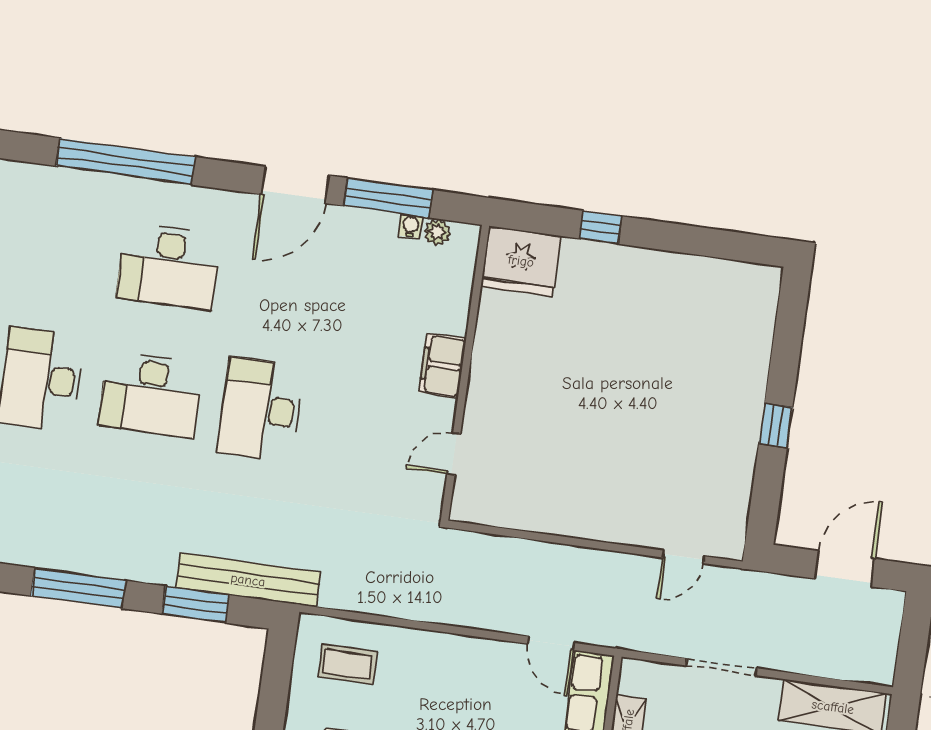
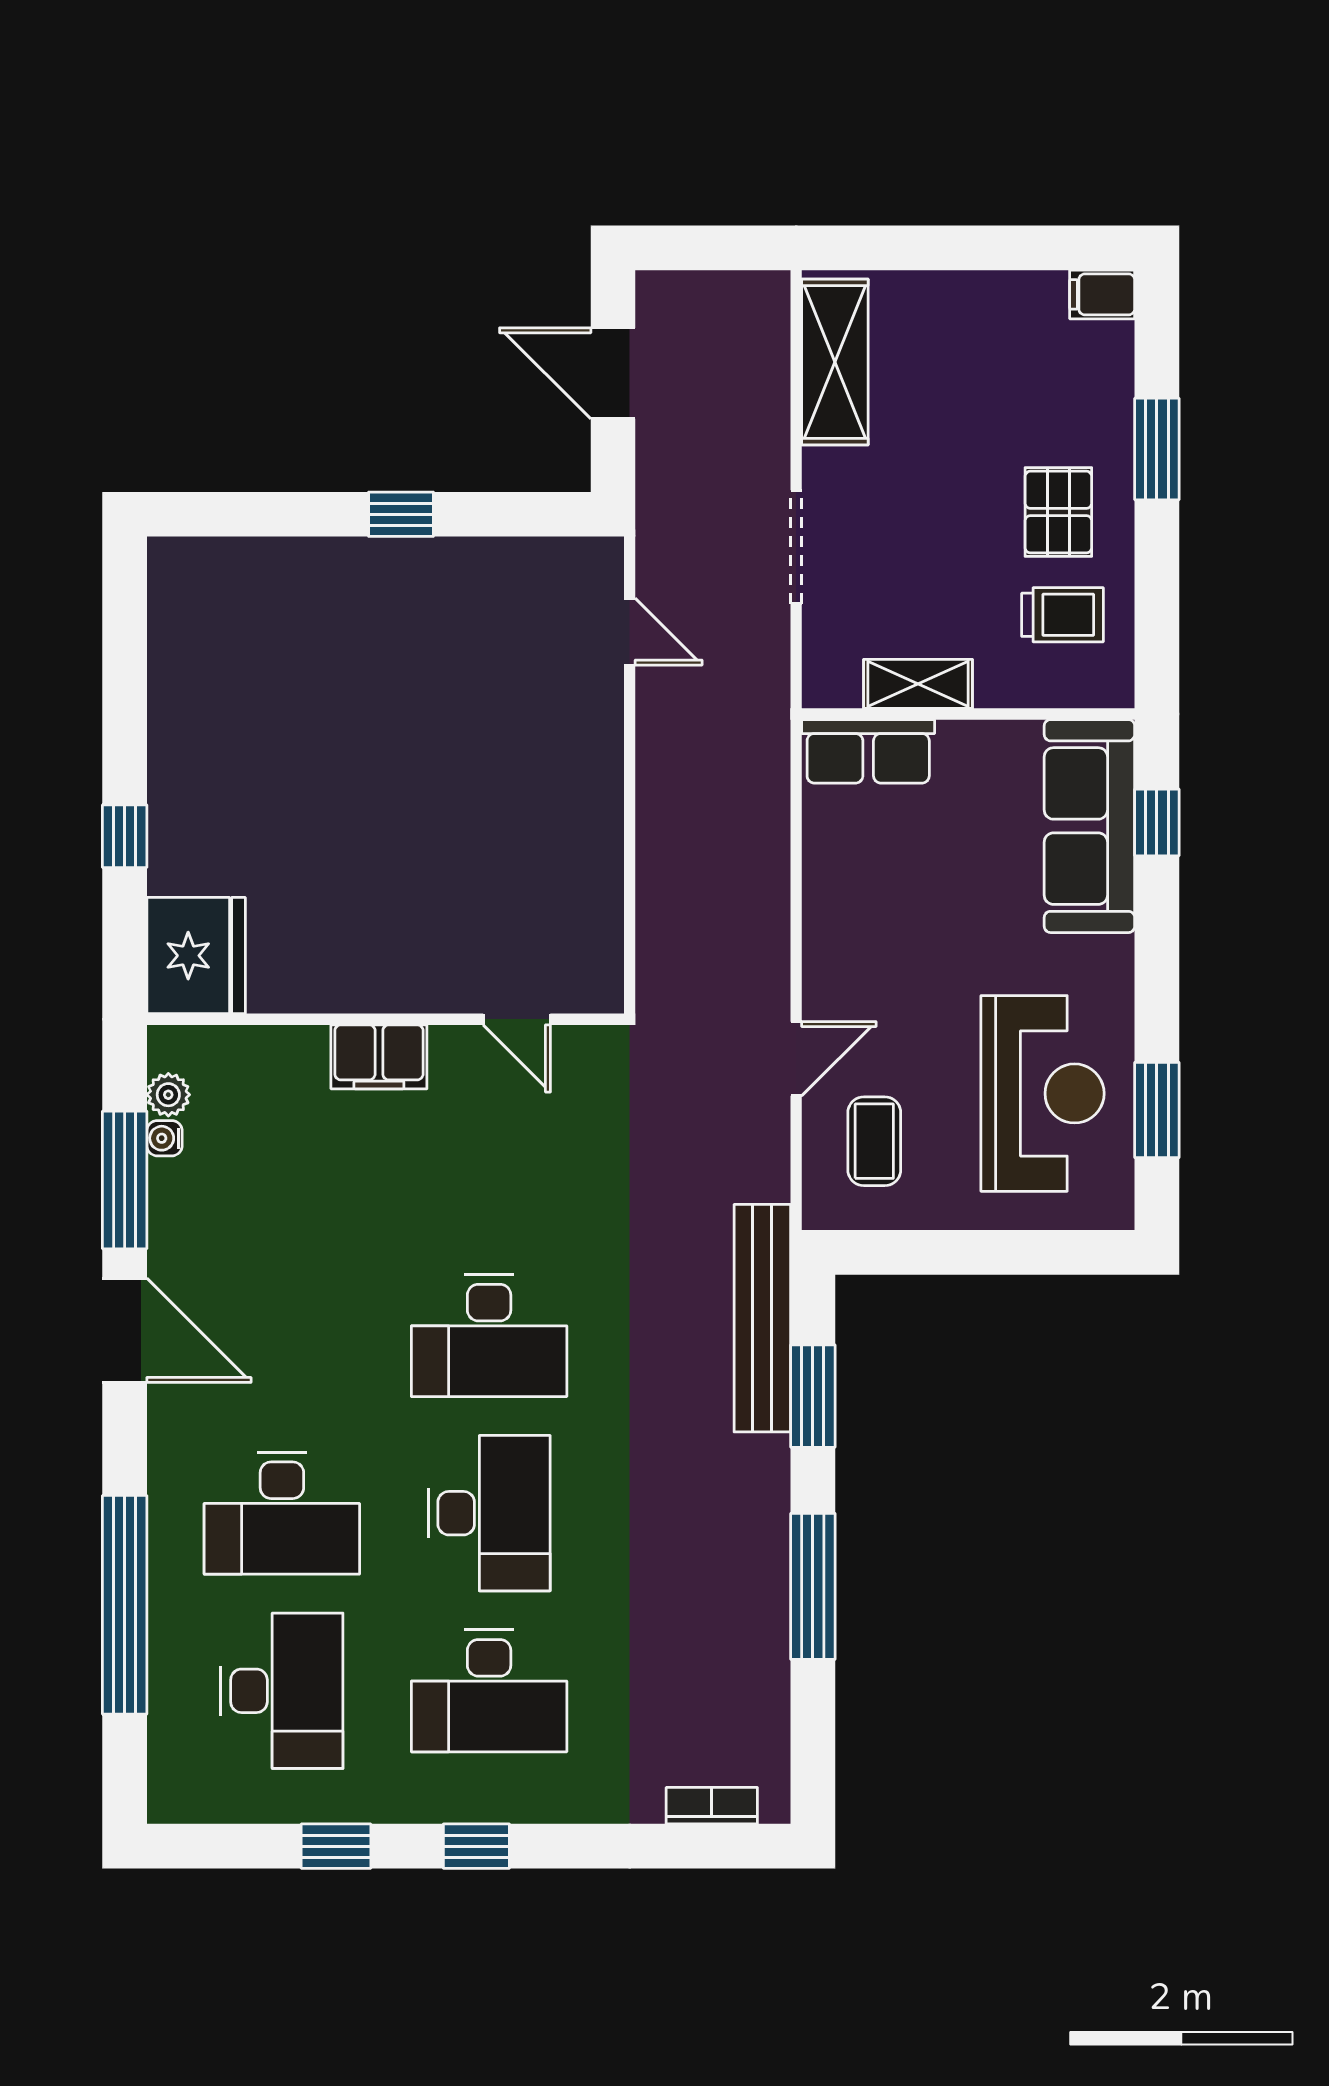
desk: (59, 251) -> (282, 1691), added
desk: (169, 266) -> (282, 1513), turned 90
door: (551, 643) -> (796, 1059), moved

